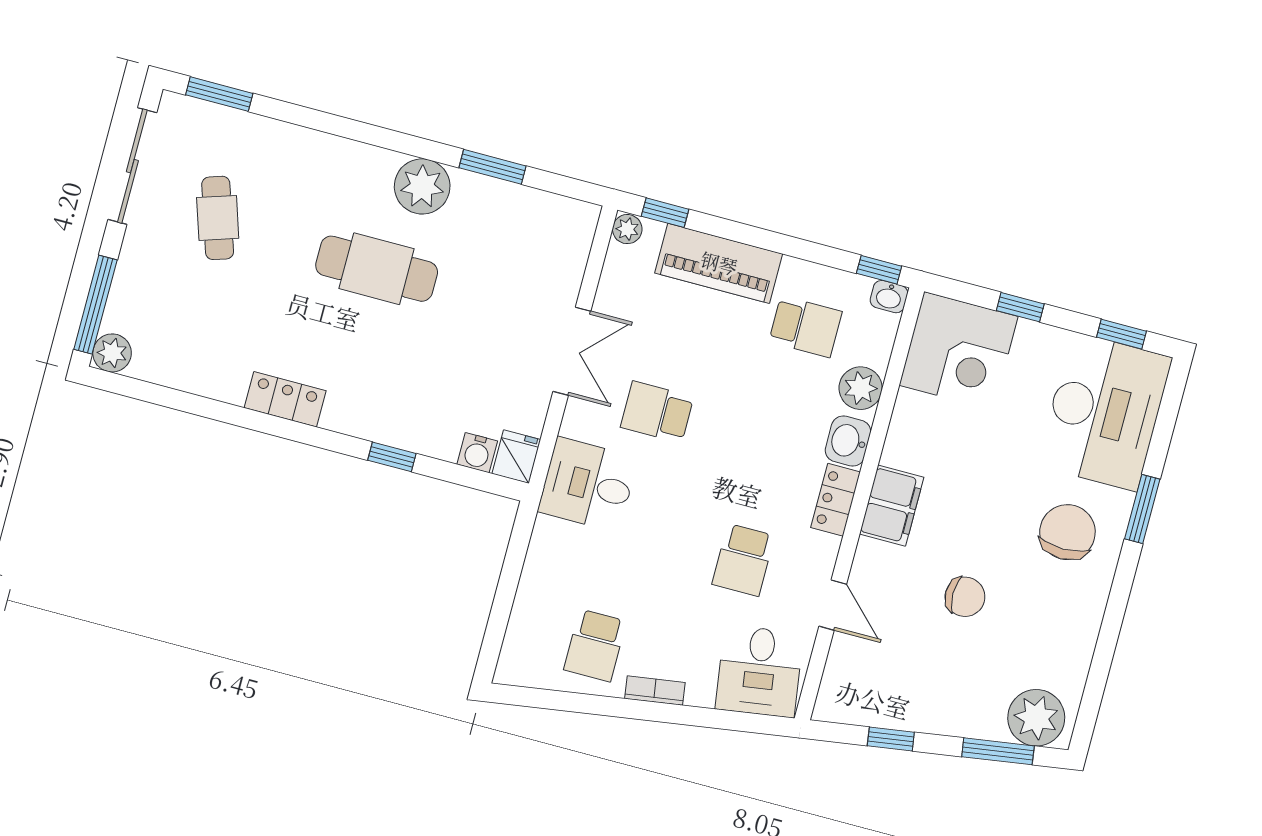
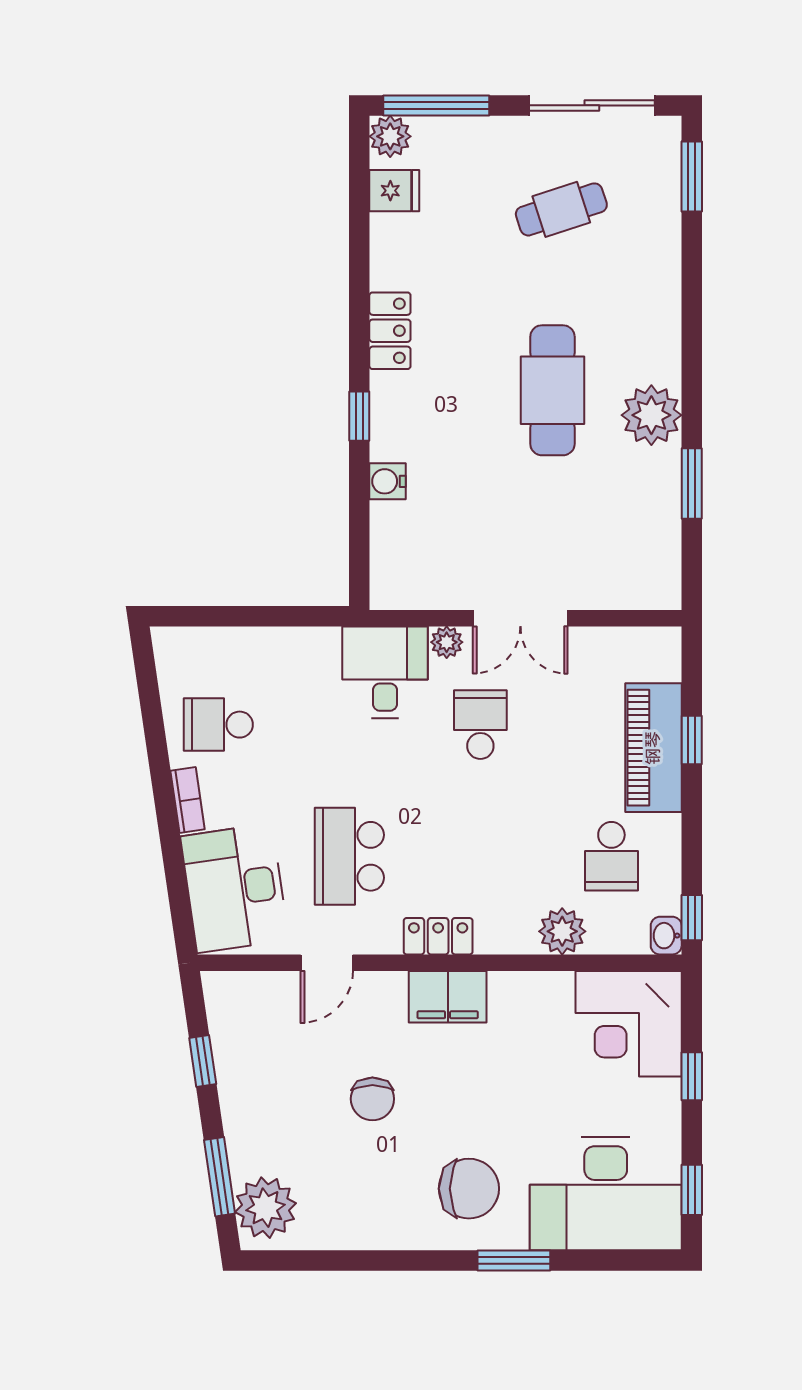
window: (665, 213) -> (692, 740), moved
plant: (627, 229) -> (447, 642), moved
washbasin: (848, 441) -> (503, 933), removed
water cooler: (477, 453) -> (388, 481), moved
window: (392, 457) -> (359, 416), moved
fridge: (516, 457) -> (394, 191), moved
school desk: (743, 560) -> (349, 856), width x1.85
desk: (759, 671) -> (235, 888), width x1.37

